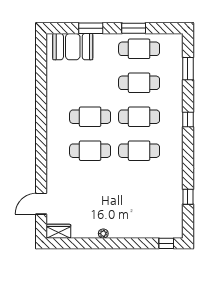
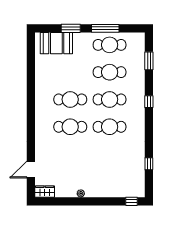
window: (134, 28) -> (105, 28), width x1.44

